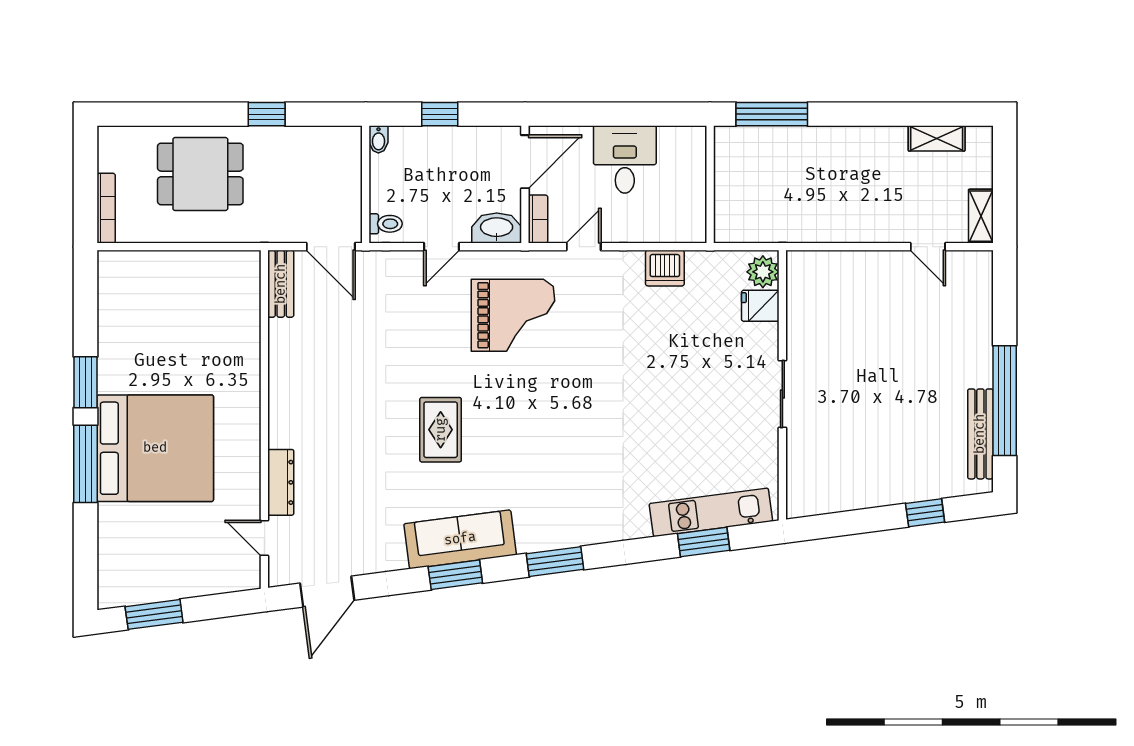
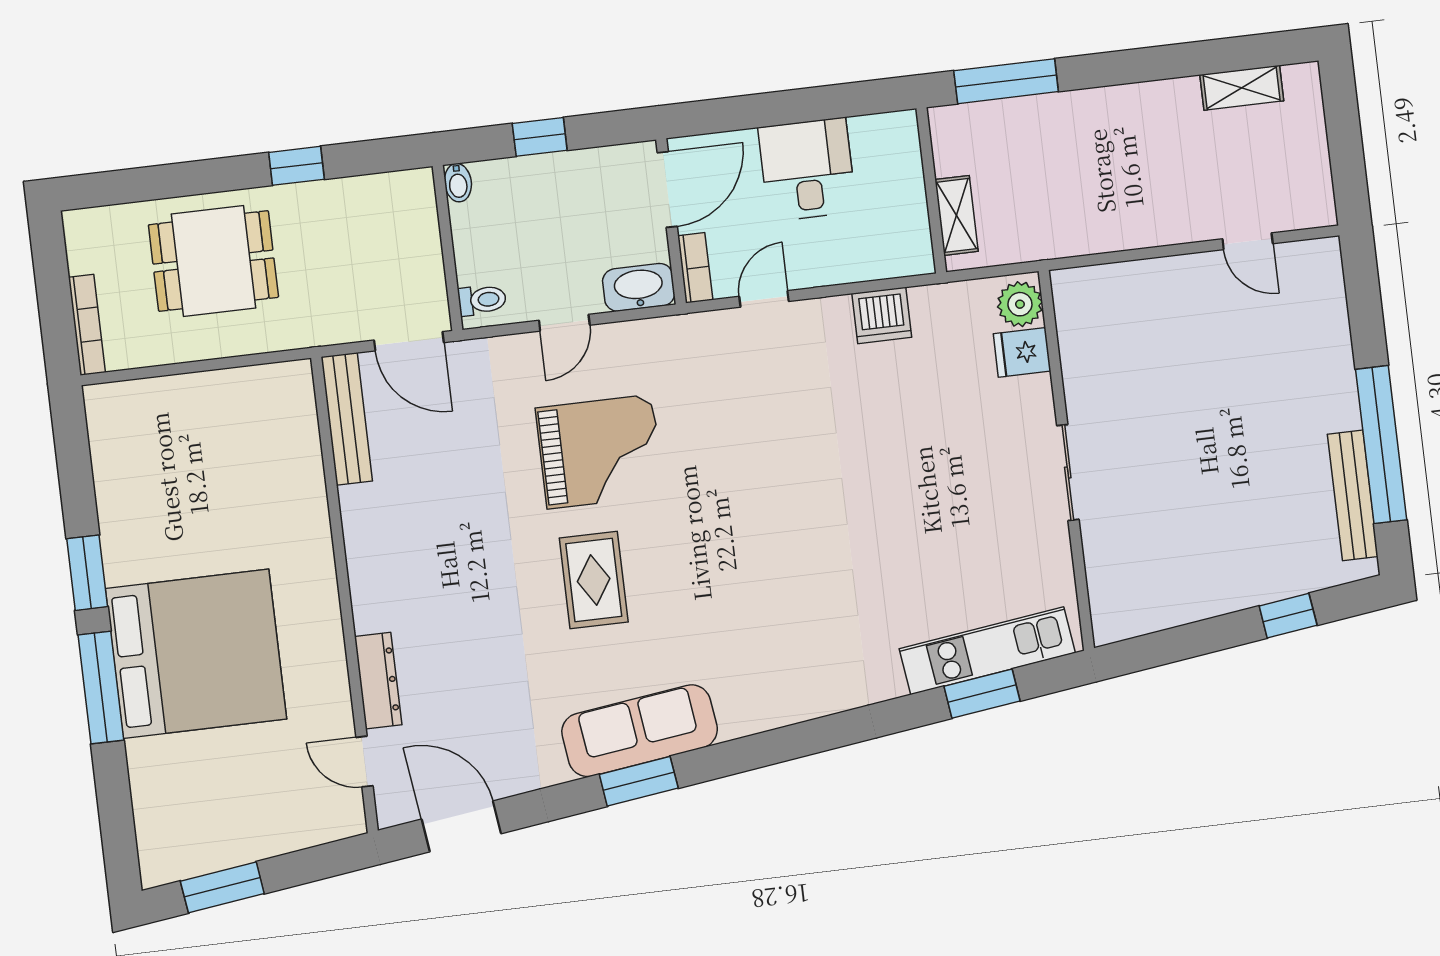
shelving: (981, 216) -> (956, 215), moved
bench: (281, 284) -> (347, 419), width x1.36
grand piano: (513, 315) -> (600, 452), moved
window: (555, 562) -> (776, 746), removed
door: (327, 592) -> (461, 826), swing flipped

